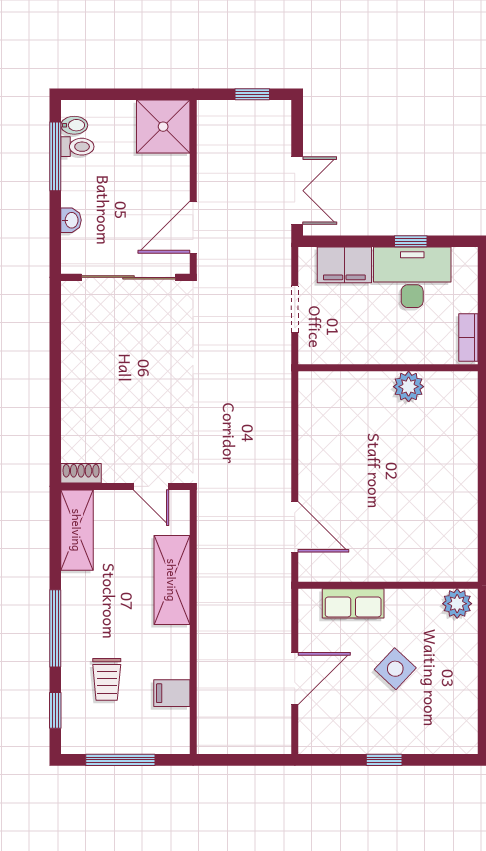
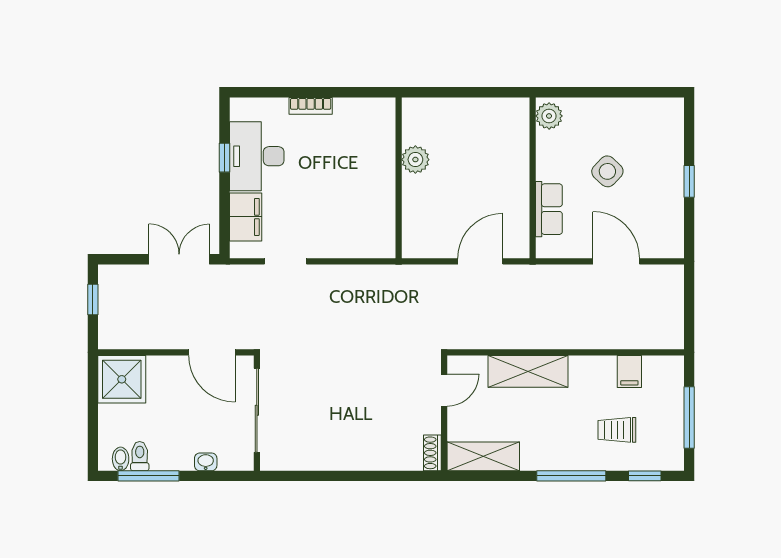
wall: (388, 368) -> (399, 178), moved
plant: (409, 387) -> (415, 160), moved
trolley: (107, 679) -> (617, 430), turned 180

